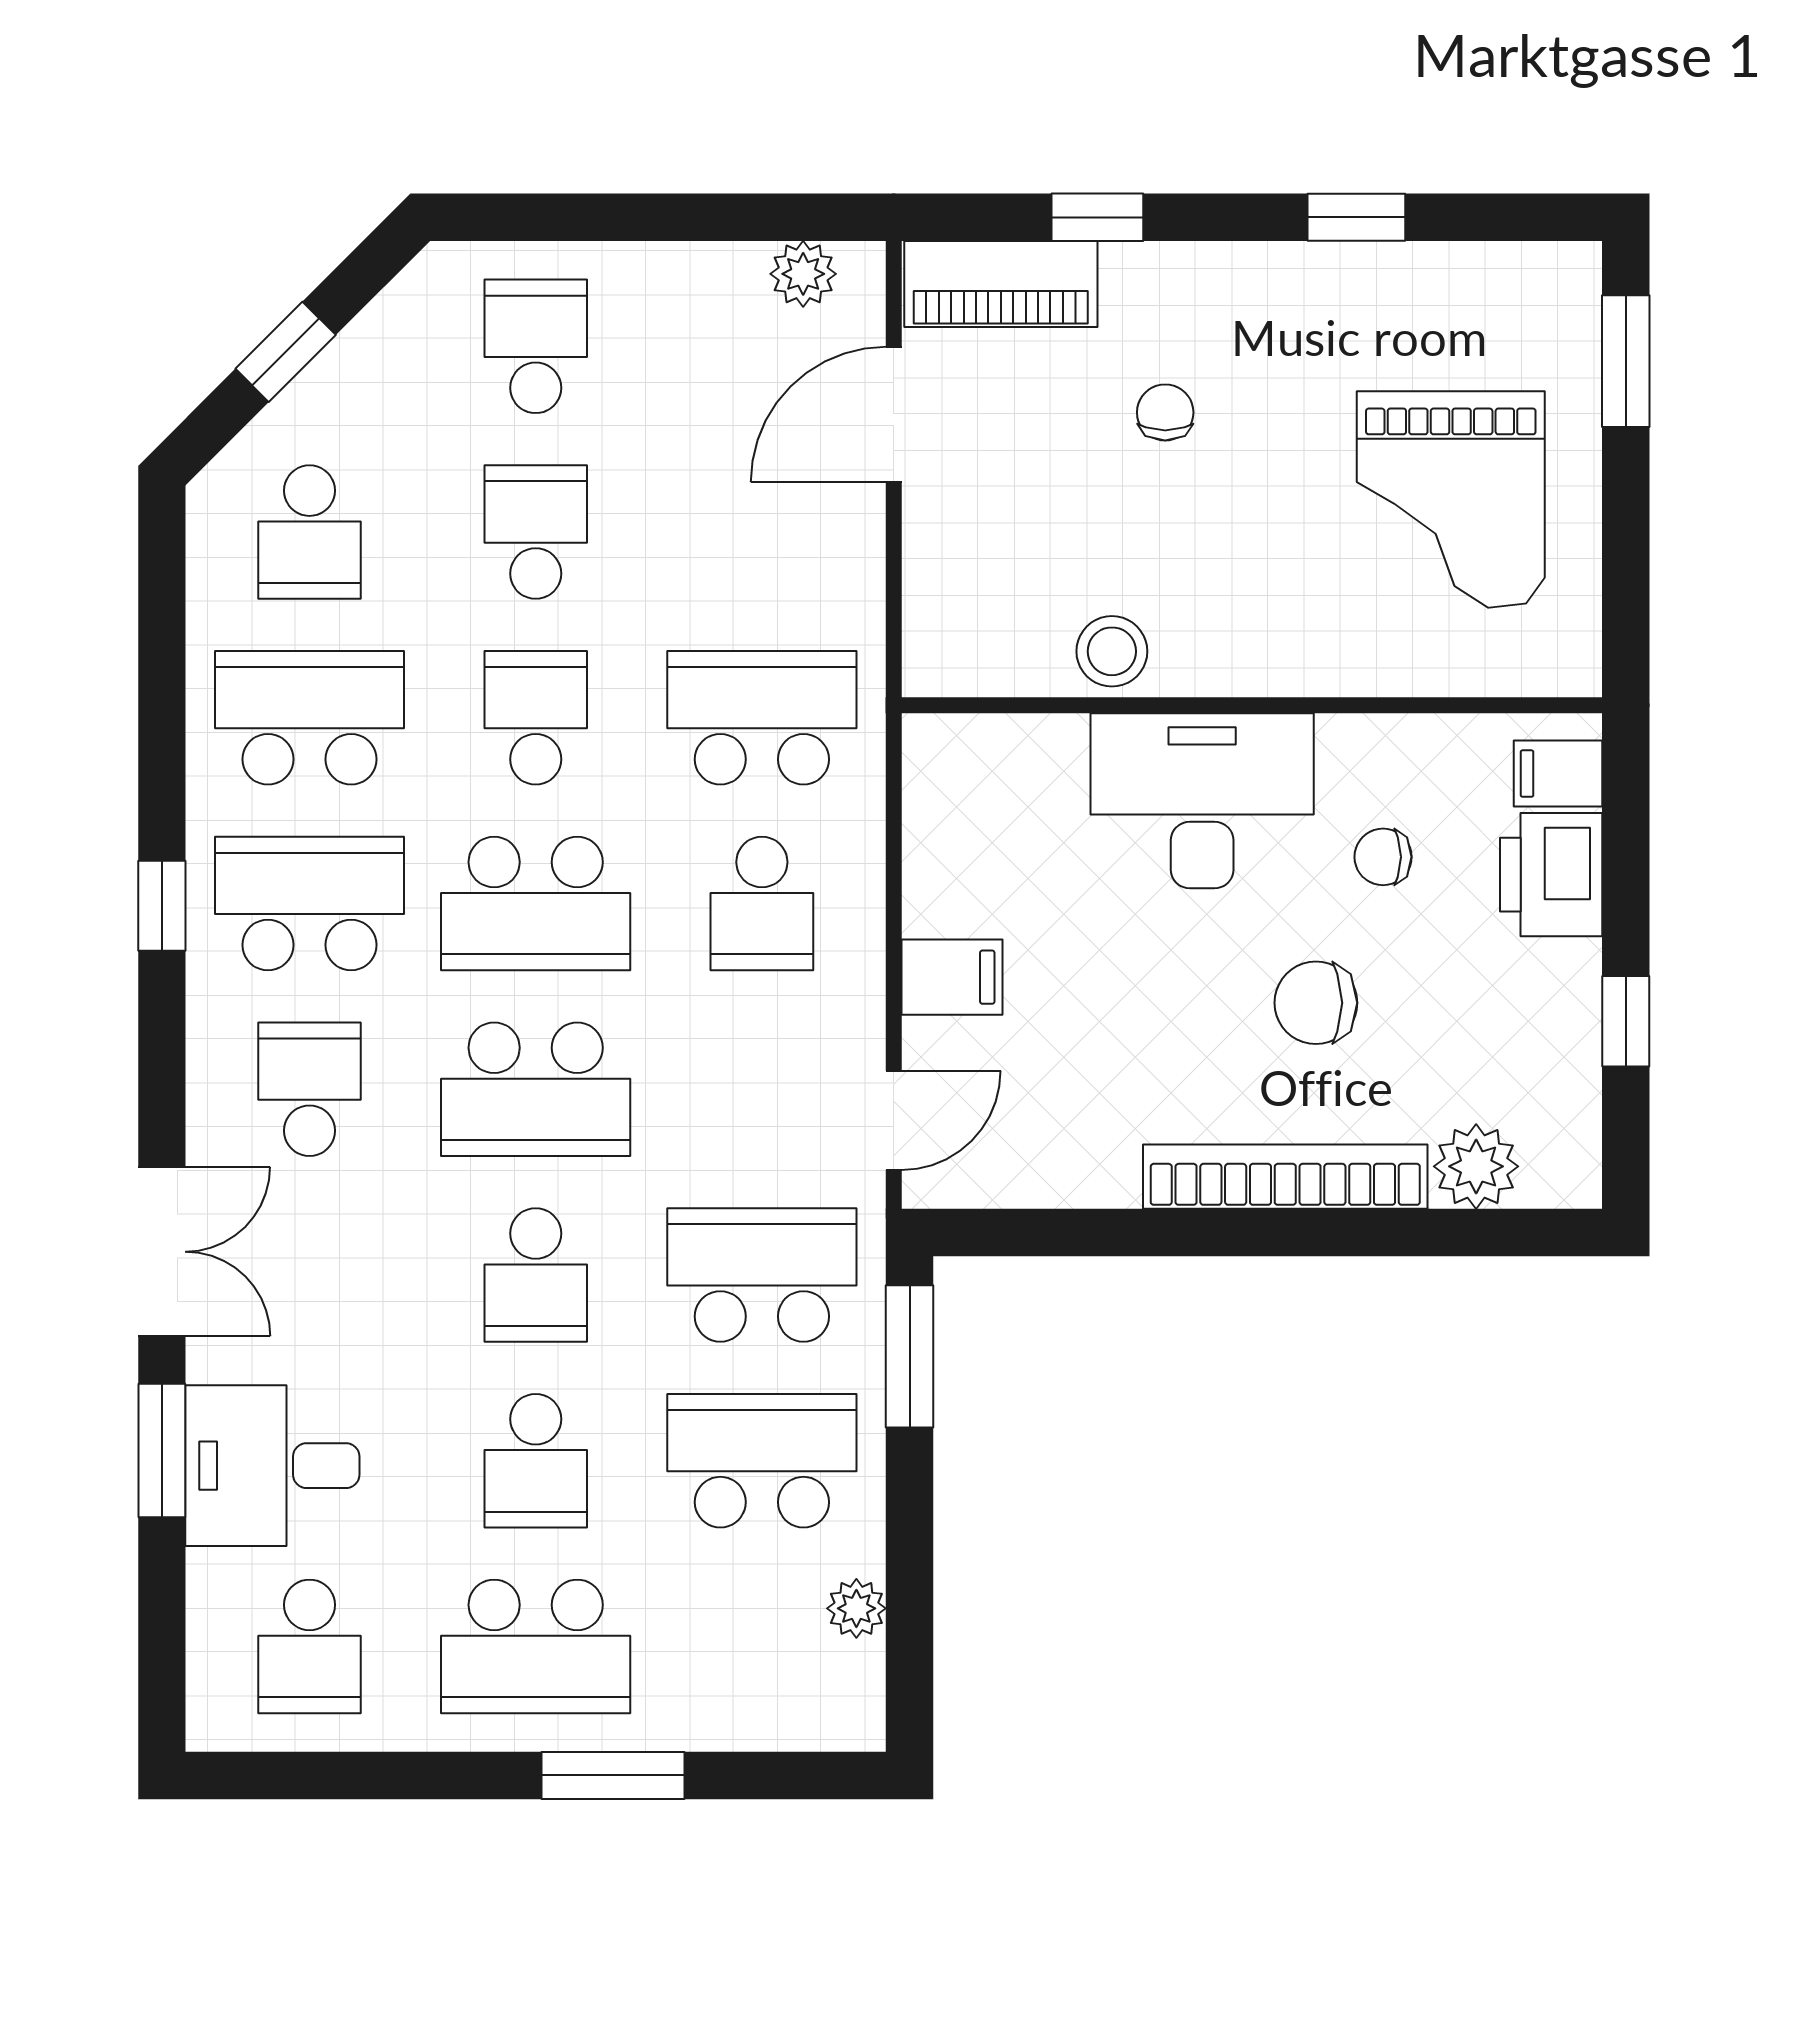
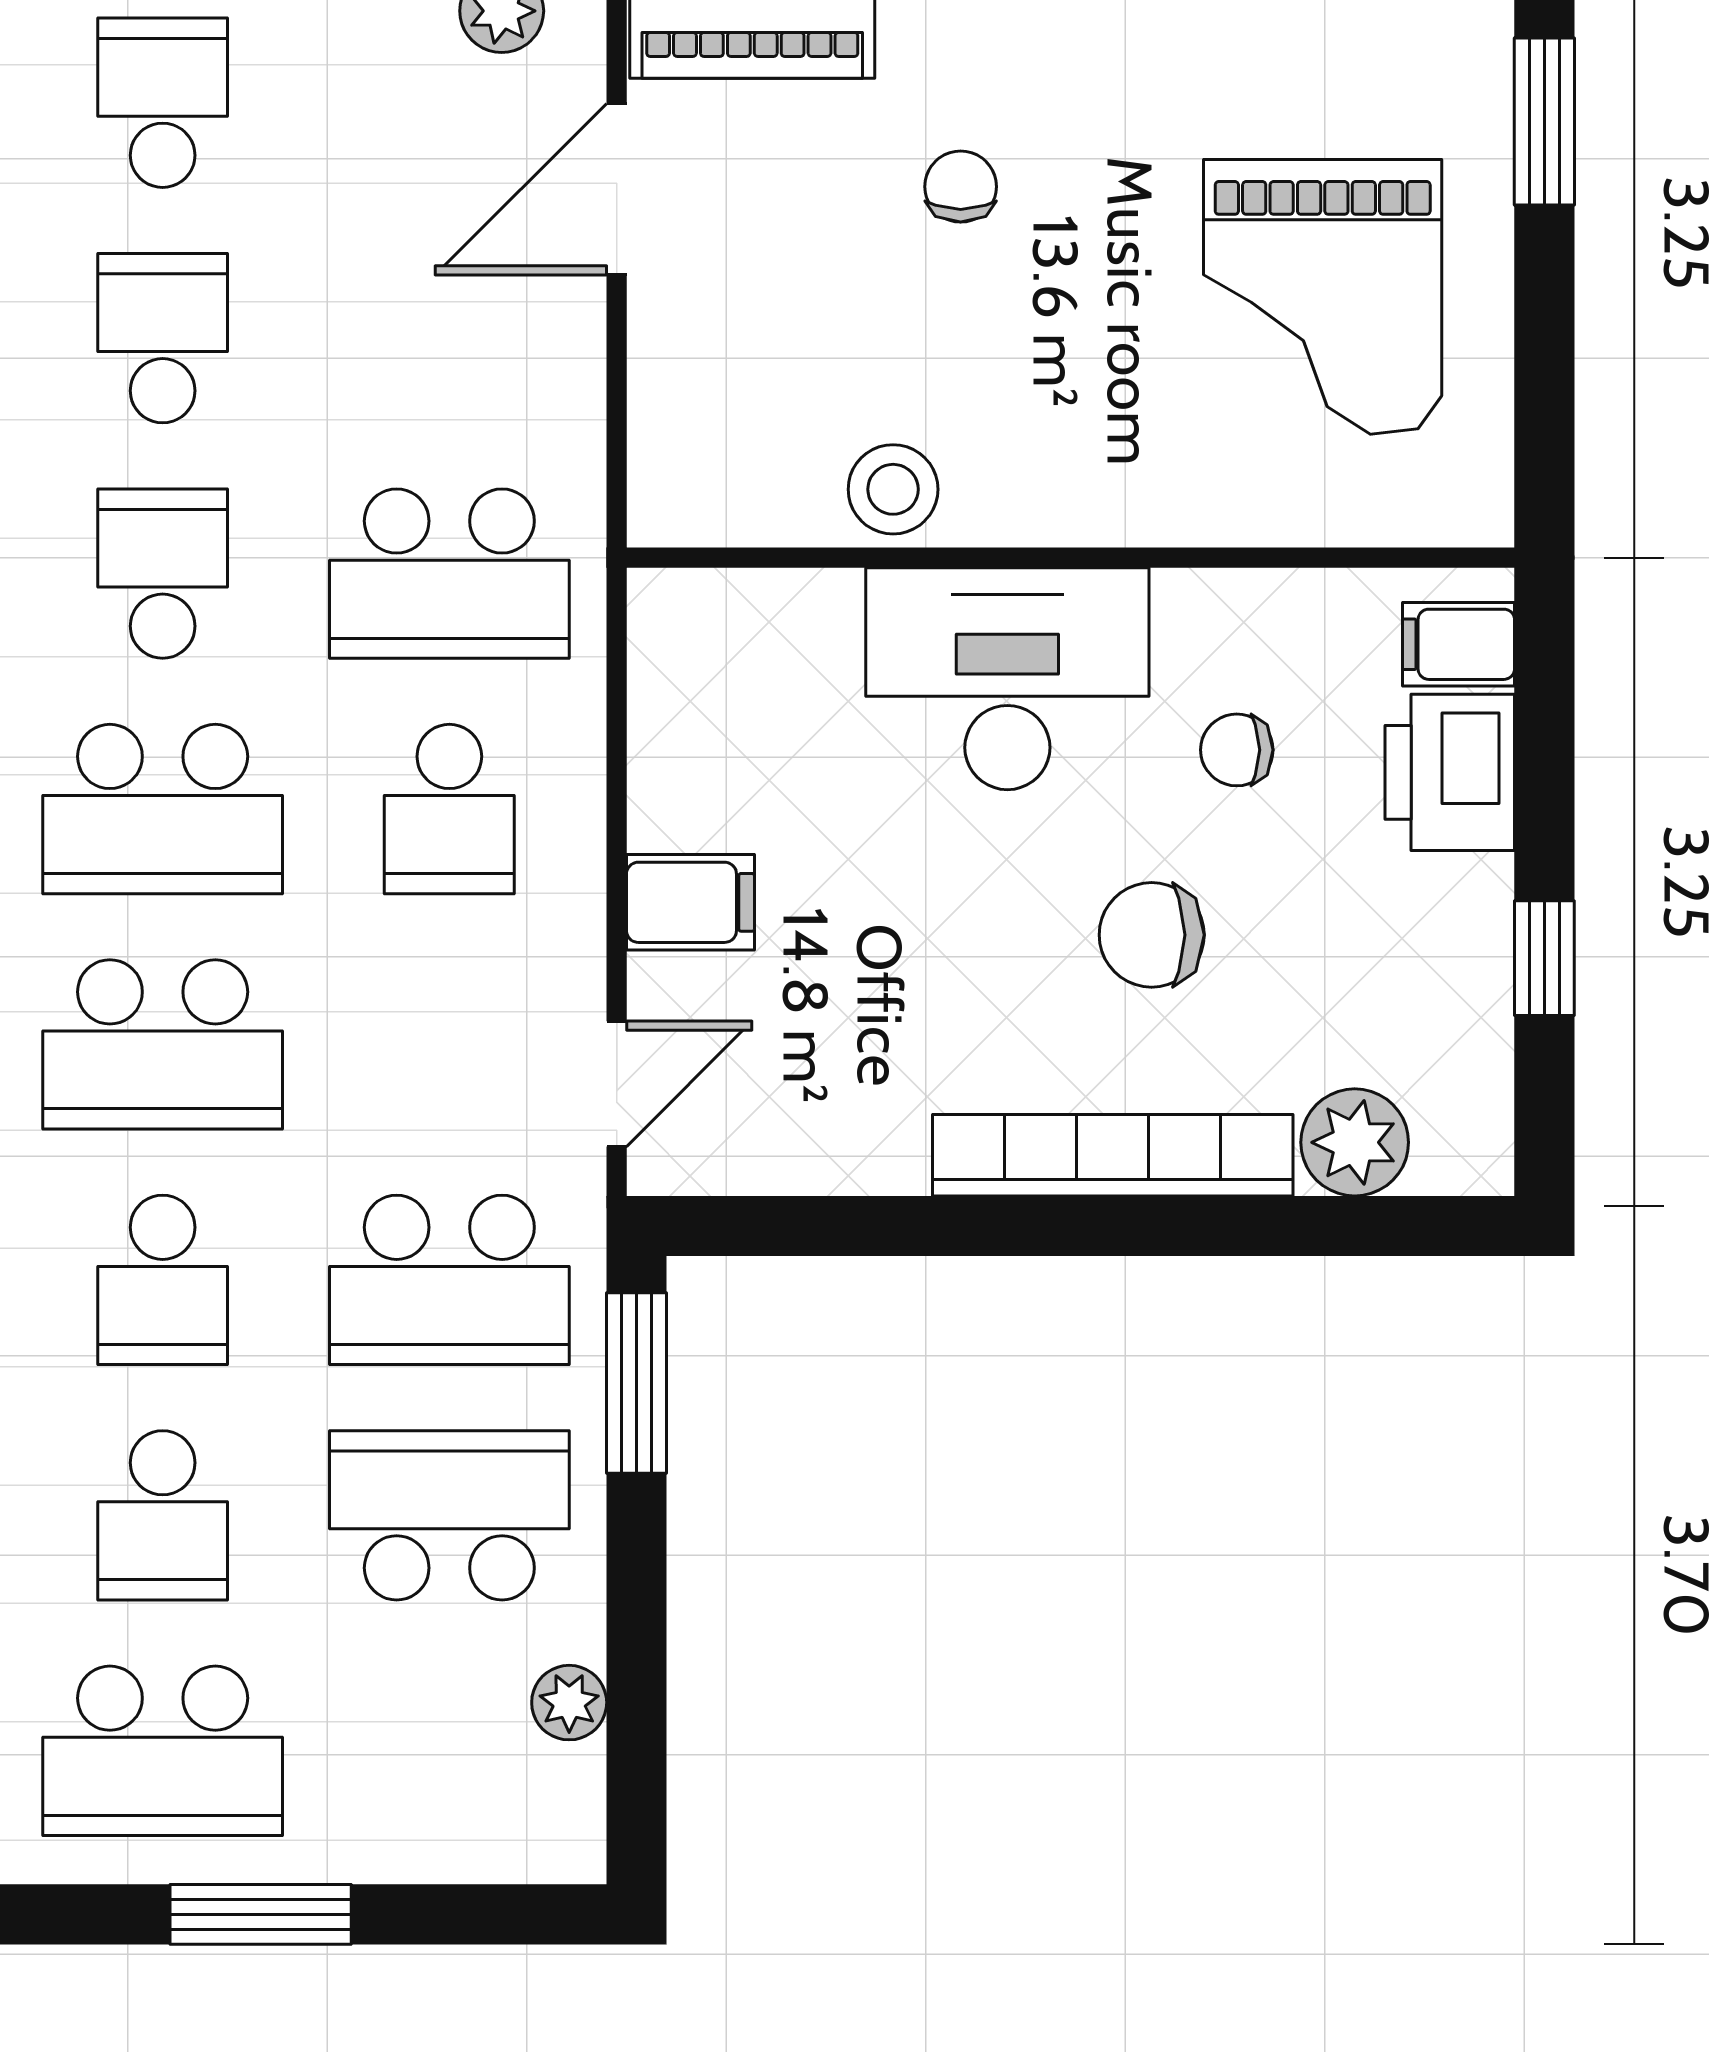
school desk: (762, 718) -> (449, 574), turned 180
school desk: (762, 1275) -> (449, 1280), turned 180

